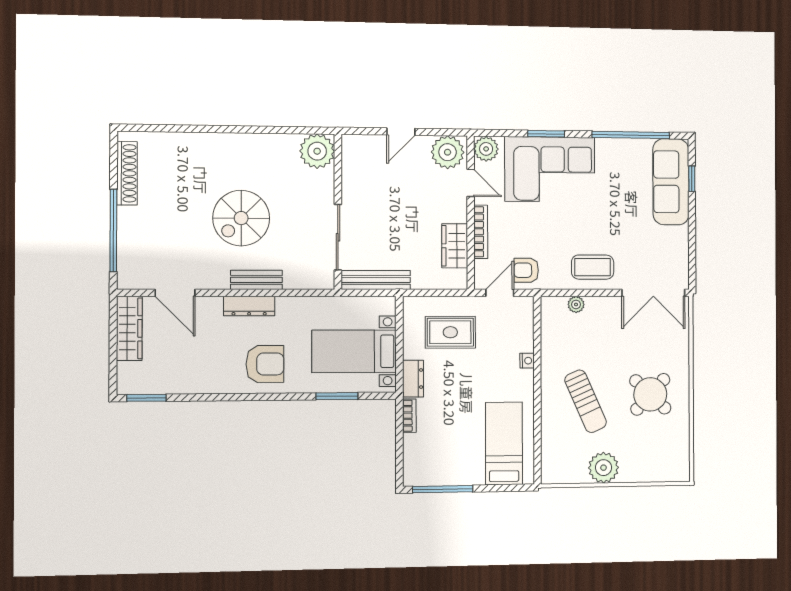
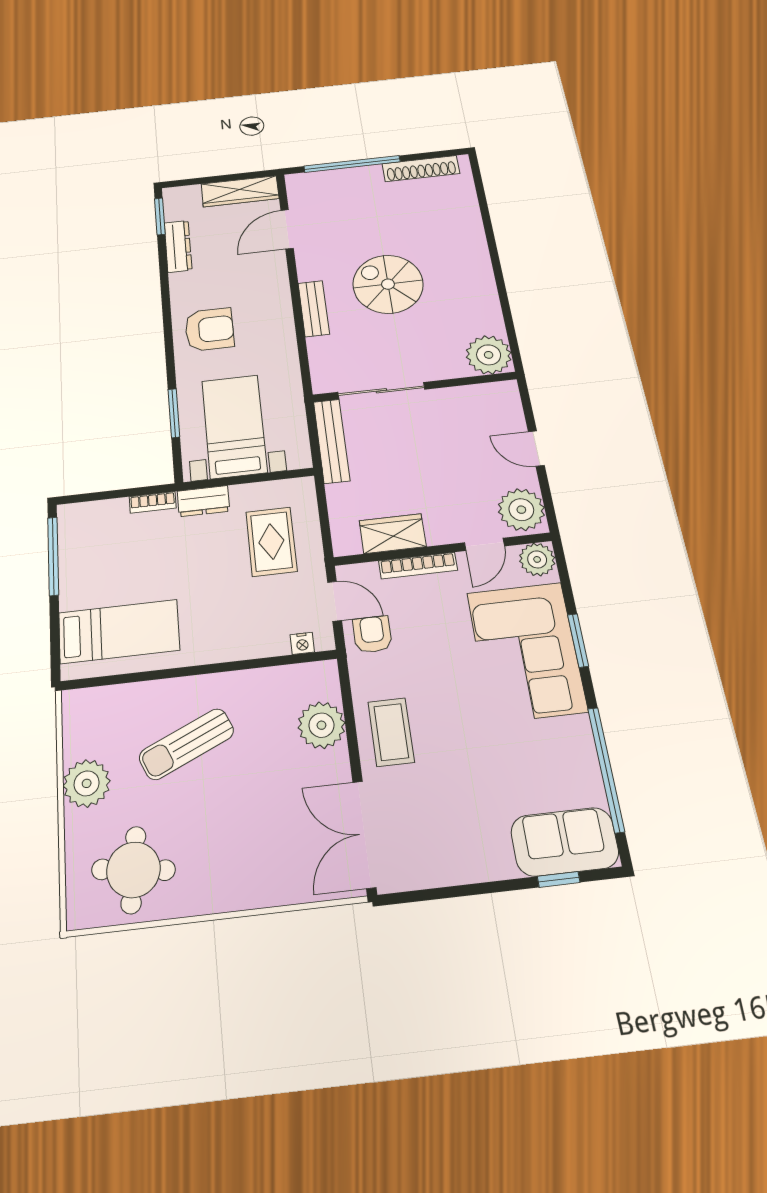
sofa: (671, 182) -> (565, 842), width x0.73
plant: (576, 304) -> (321, 725), width x1.88, depth x1.88
dresser: (249, 306) -> (178, 246), moved, turned 180
nightstand: (527, 361) -> (302, 643), moved
armchair: (265, 364) -> (209, 329), turned -90
round table: (650, 394) -> (133, 870), moved, turned -36

